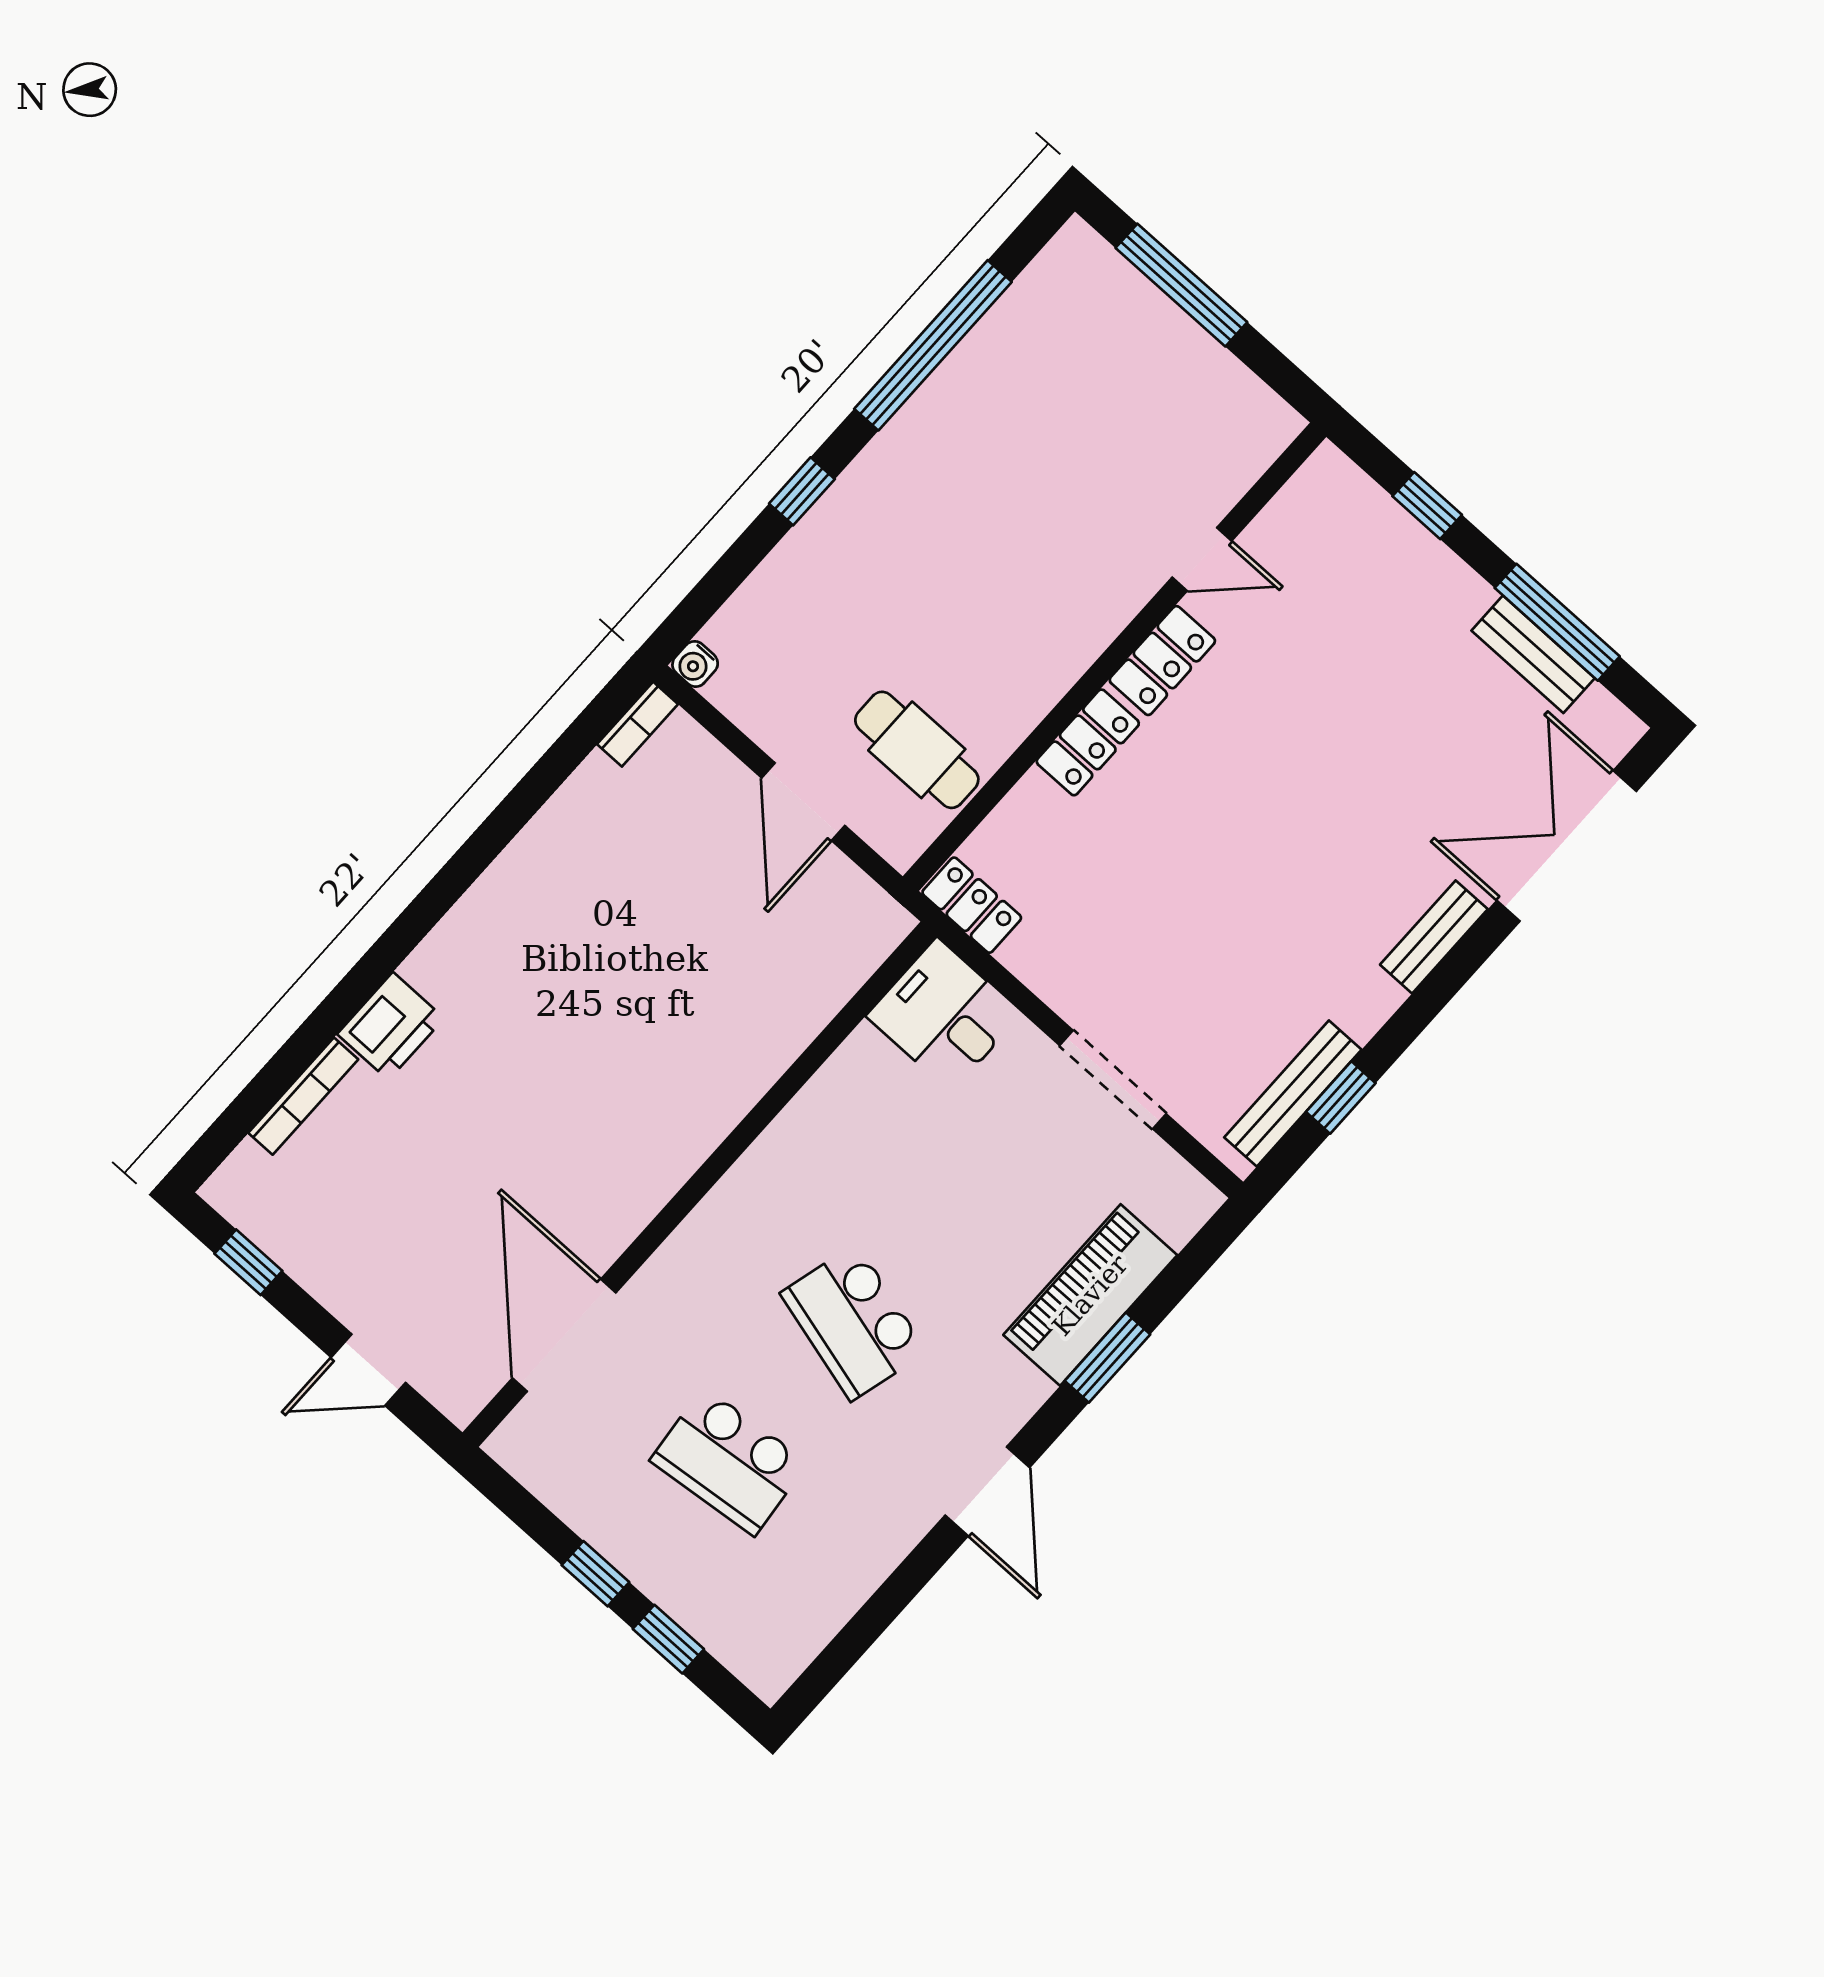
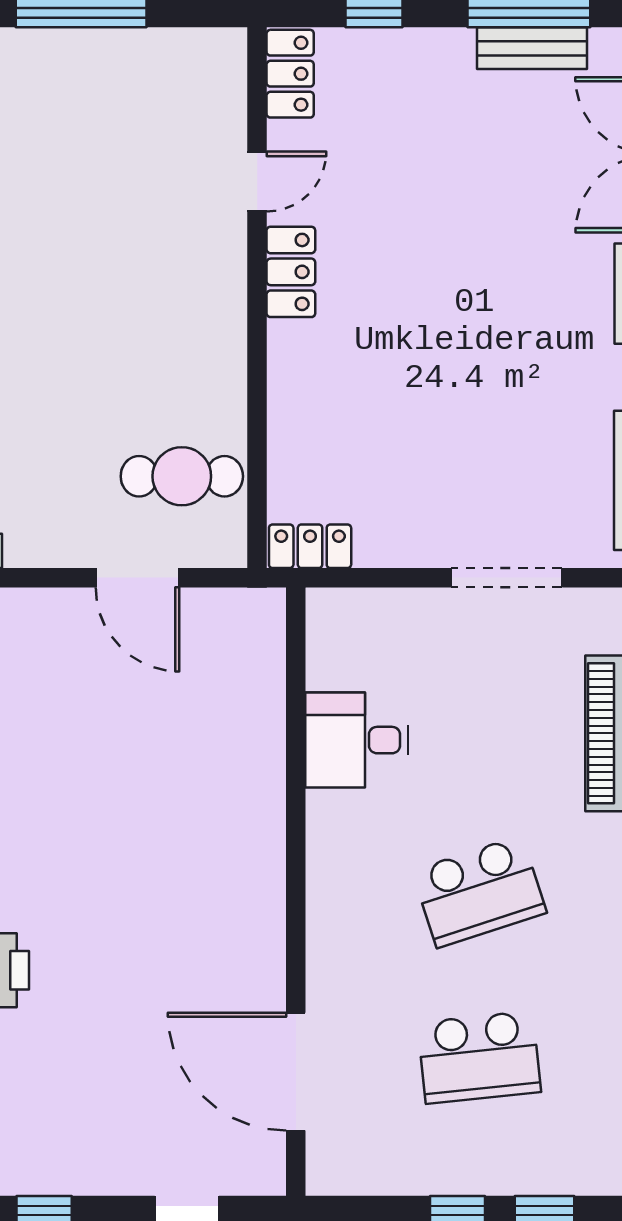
locker: (1088, 742) -> (290, 74), moved
desk: (944, 1015) -> (357, 740), moved
school desk: (854, 1322) -> (479, 892), turned -33

